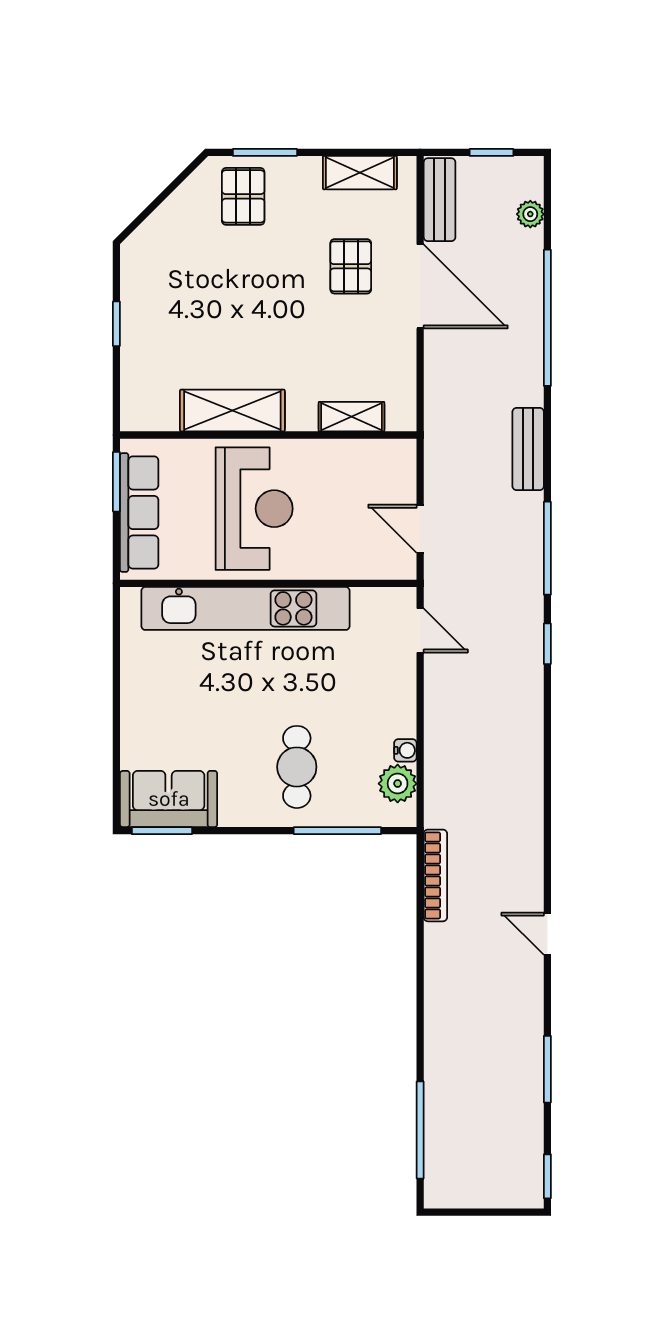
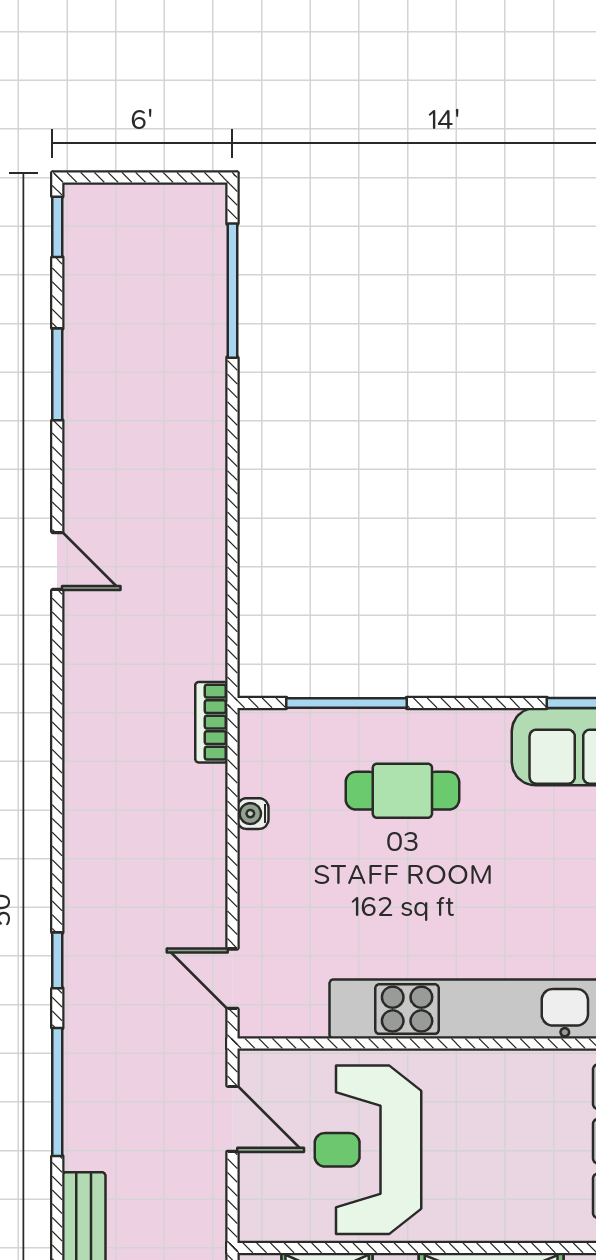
reception desk: (254, 509) -> (368, 1150), moved
cafe table: (297, 767) -> (402, 791), turned 90
plant: (398, 784) -> (264, 768), removed
bookcase: (435, 875) -> (211, 722), moved, width x0.64

